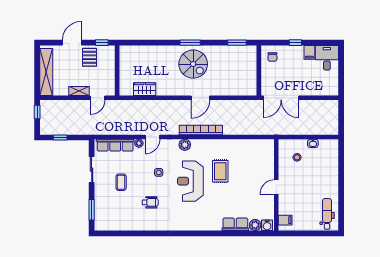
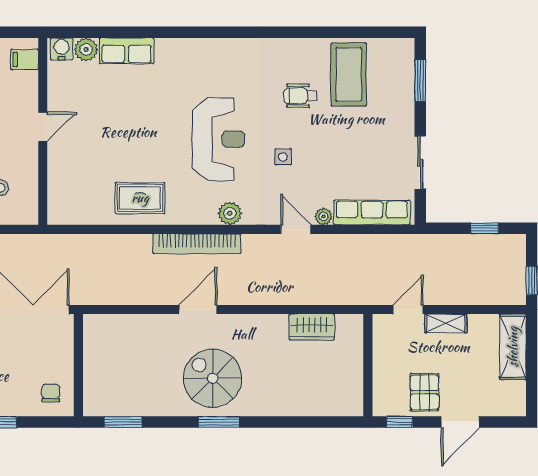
shelving: (46, 72) -> (513, 347), width x0.68
door: (152, 137) -> (296, 229), hinge flipped
rug: (220, 171) -> (140, 198), moved, turned 90
coffee table: (121, 182) -> (349, 75), moved, width x1.86, depth x1.72

